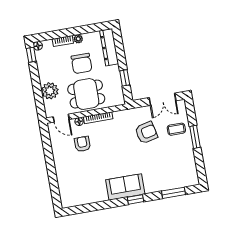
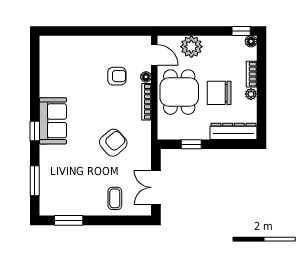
door: (61, 118) -> (154, 55), swing flipped
armchair: (146, 133) -> (113, 143), moved, turned -118
window: (195, 137) -> (69, 220), moved

